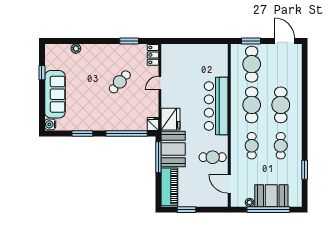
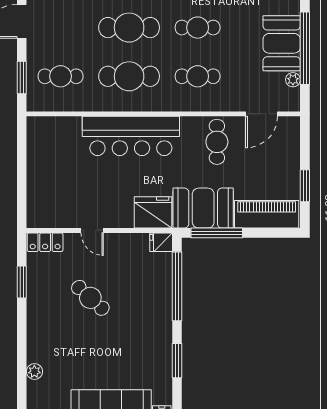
cafe table: (252, 64) -> (61, 76), width x0.73, depth x0.74

